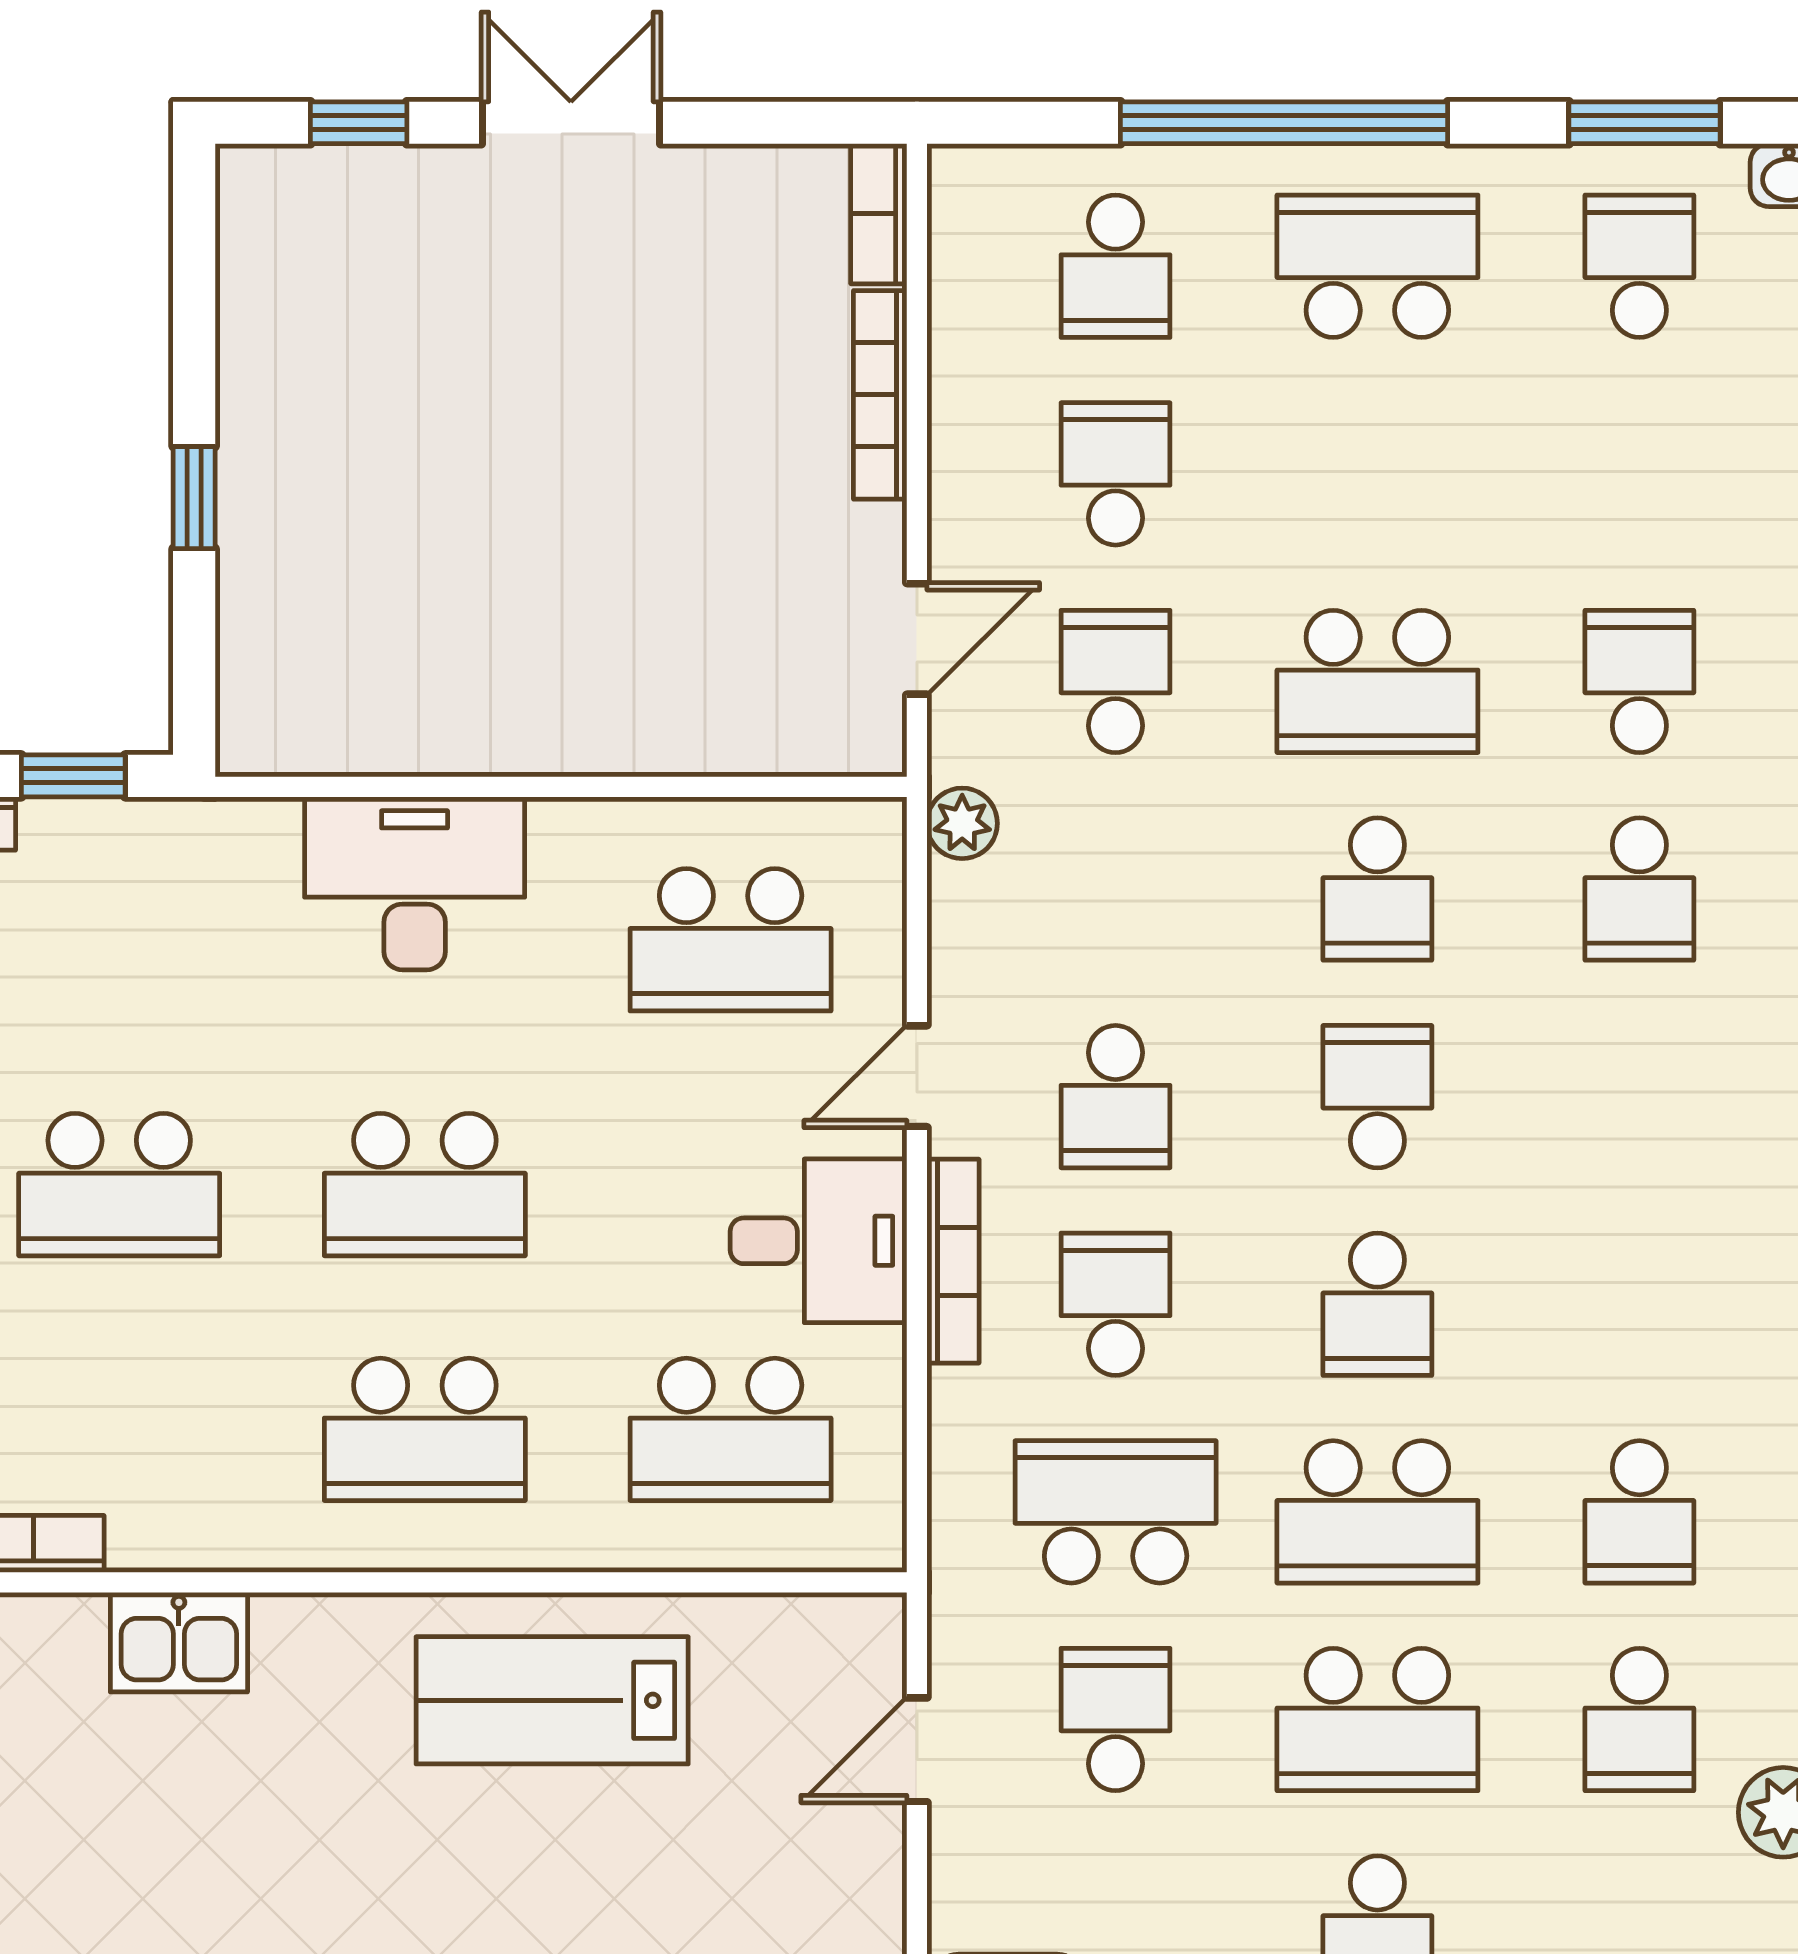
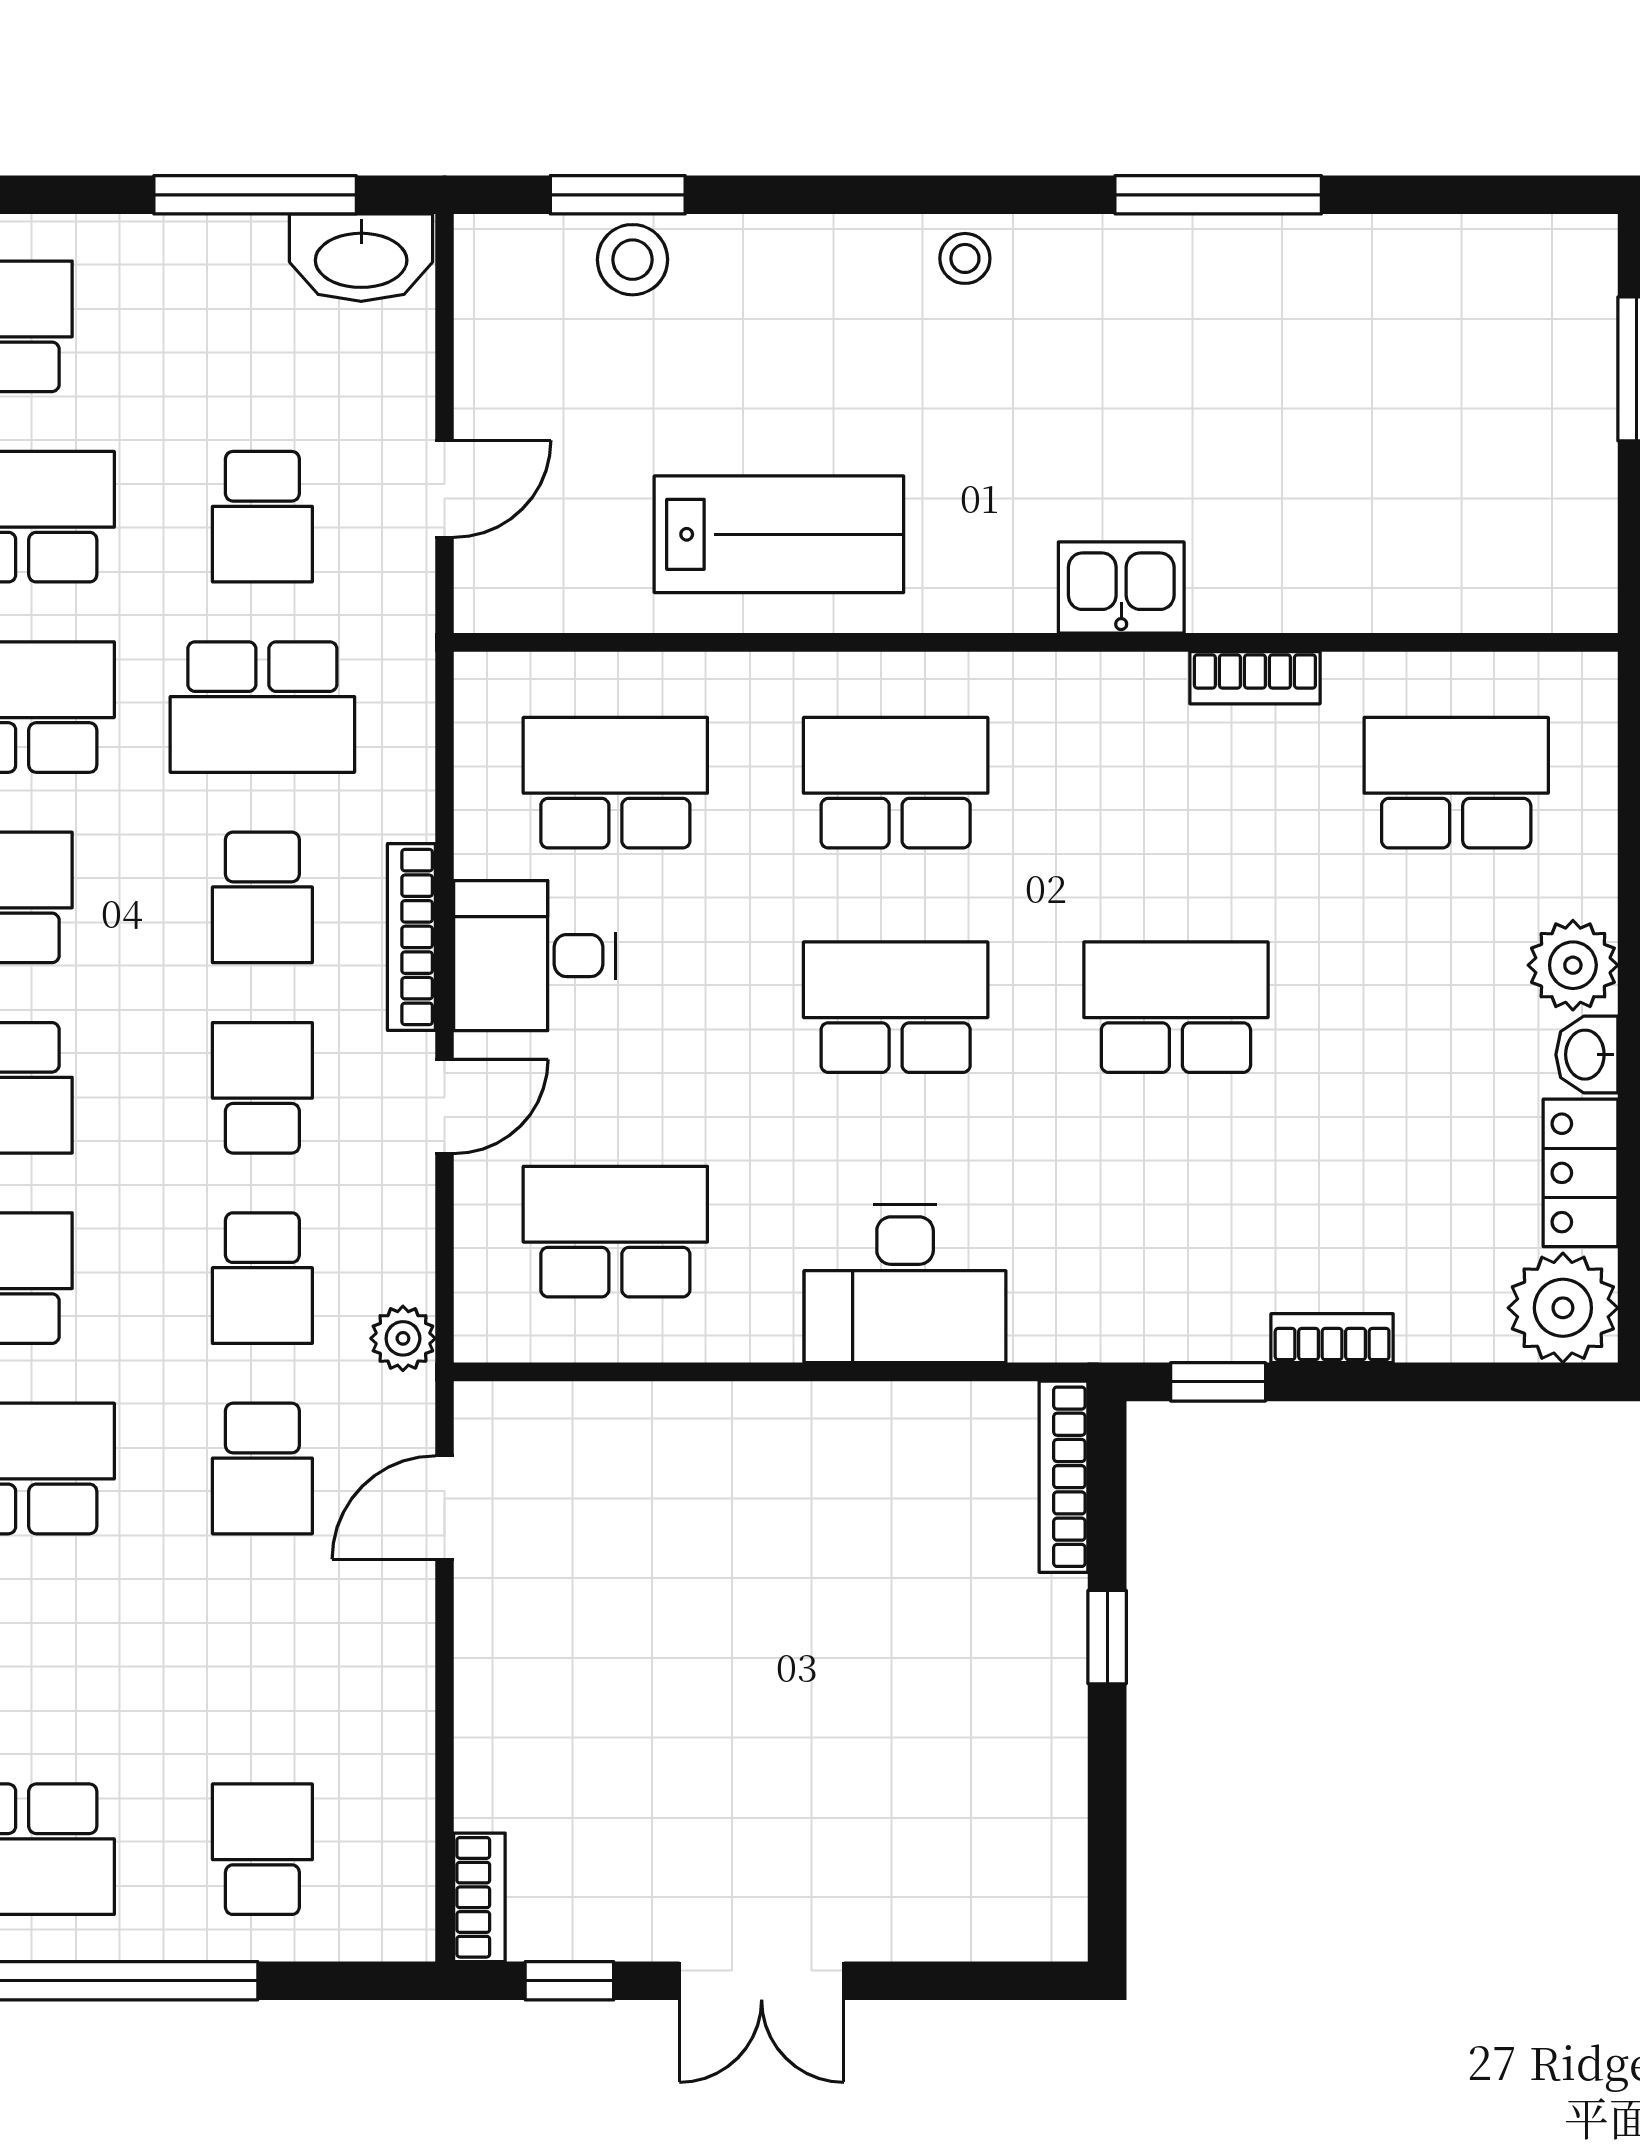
window: (359, 123) -> (569, 1981), moved
bookcase: (880, 395) -> (1064, 1477), moved, turned 180
school desk: (1116, 474) -> (262, 1278), moved

